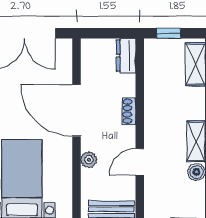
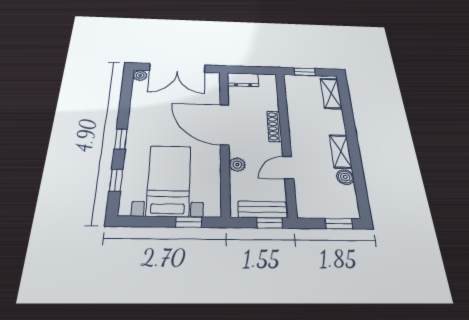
dresser: (126, 56) -> (243, 80), moved, turned -90
shoe rack: (129, 111) -> (274, 126), width x1.43

